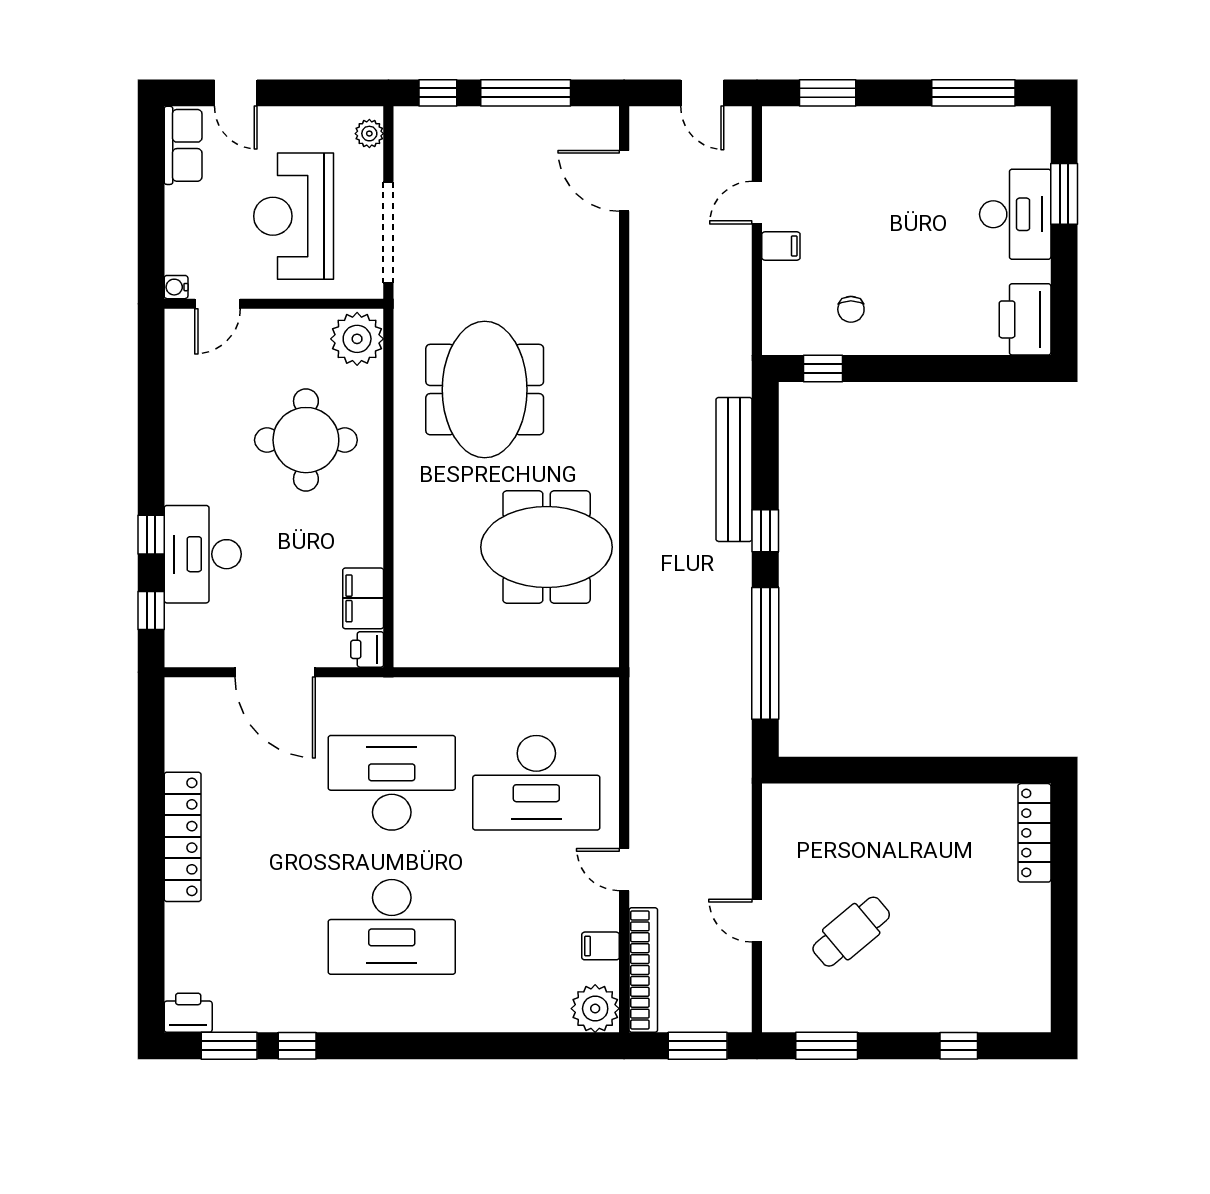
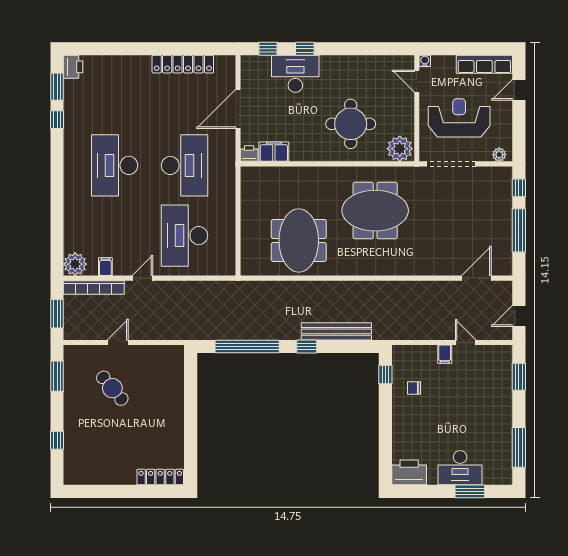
row of seats: (183, 145) -> (484, 64), width x1.48
locker: (183, 837) -> (183, 64), moved

